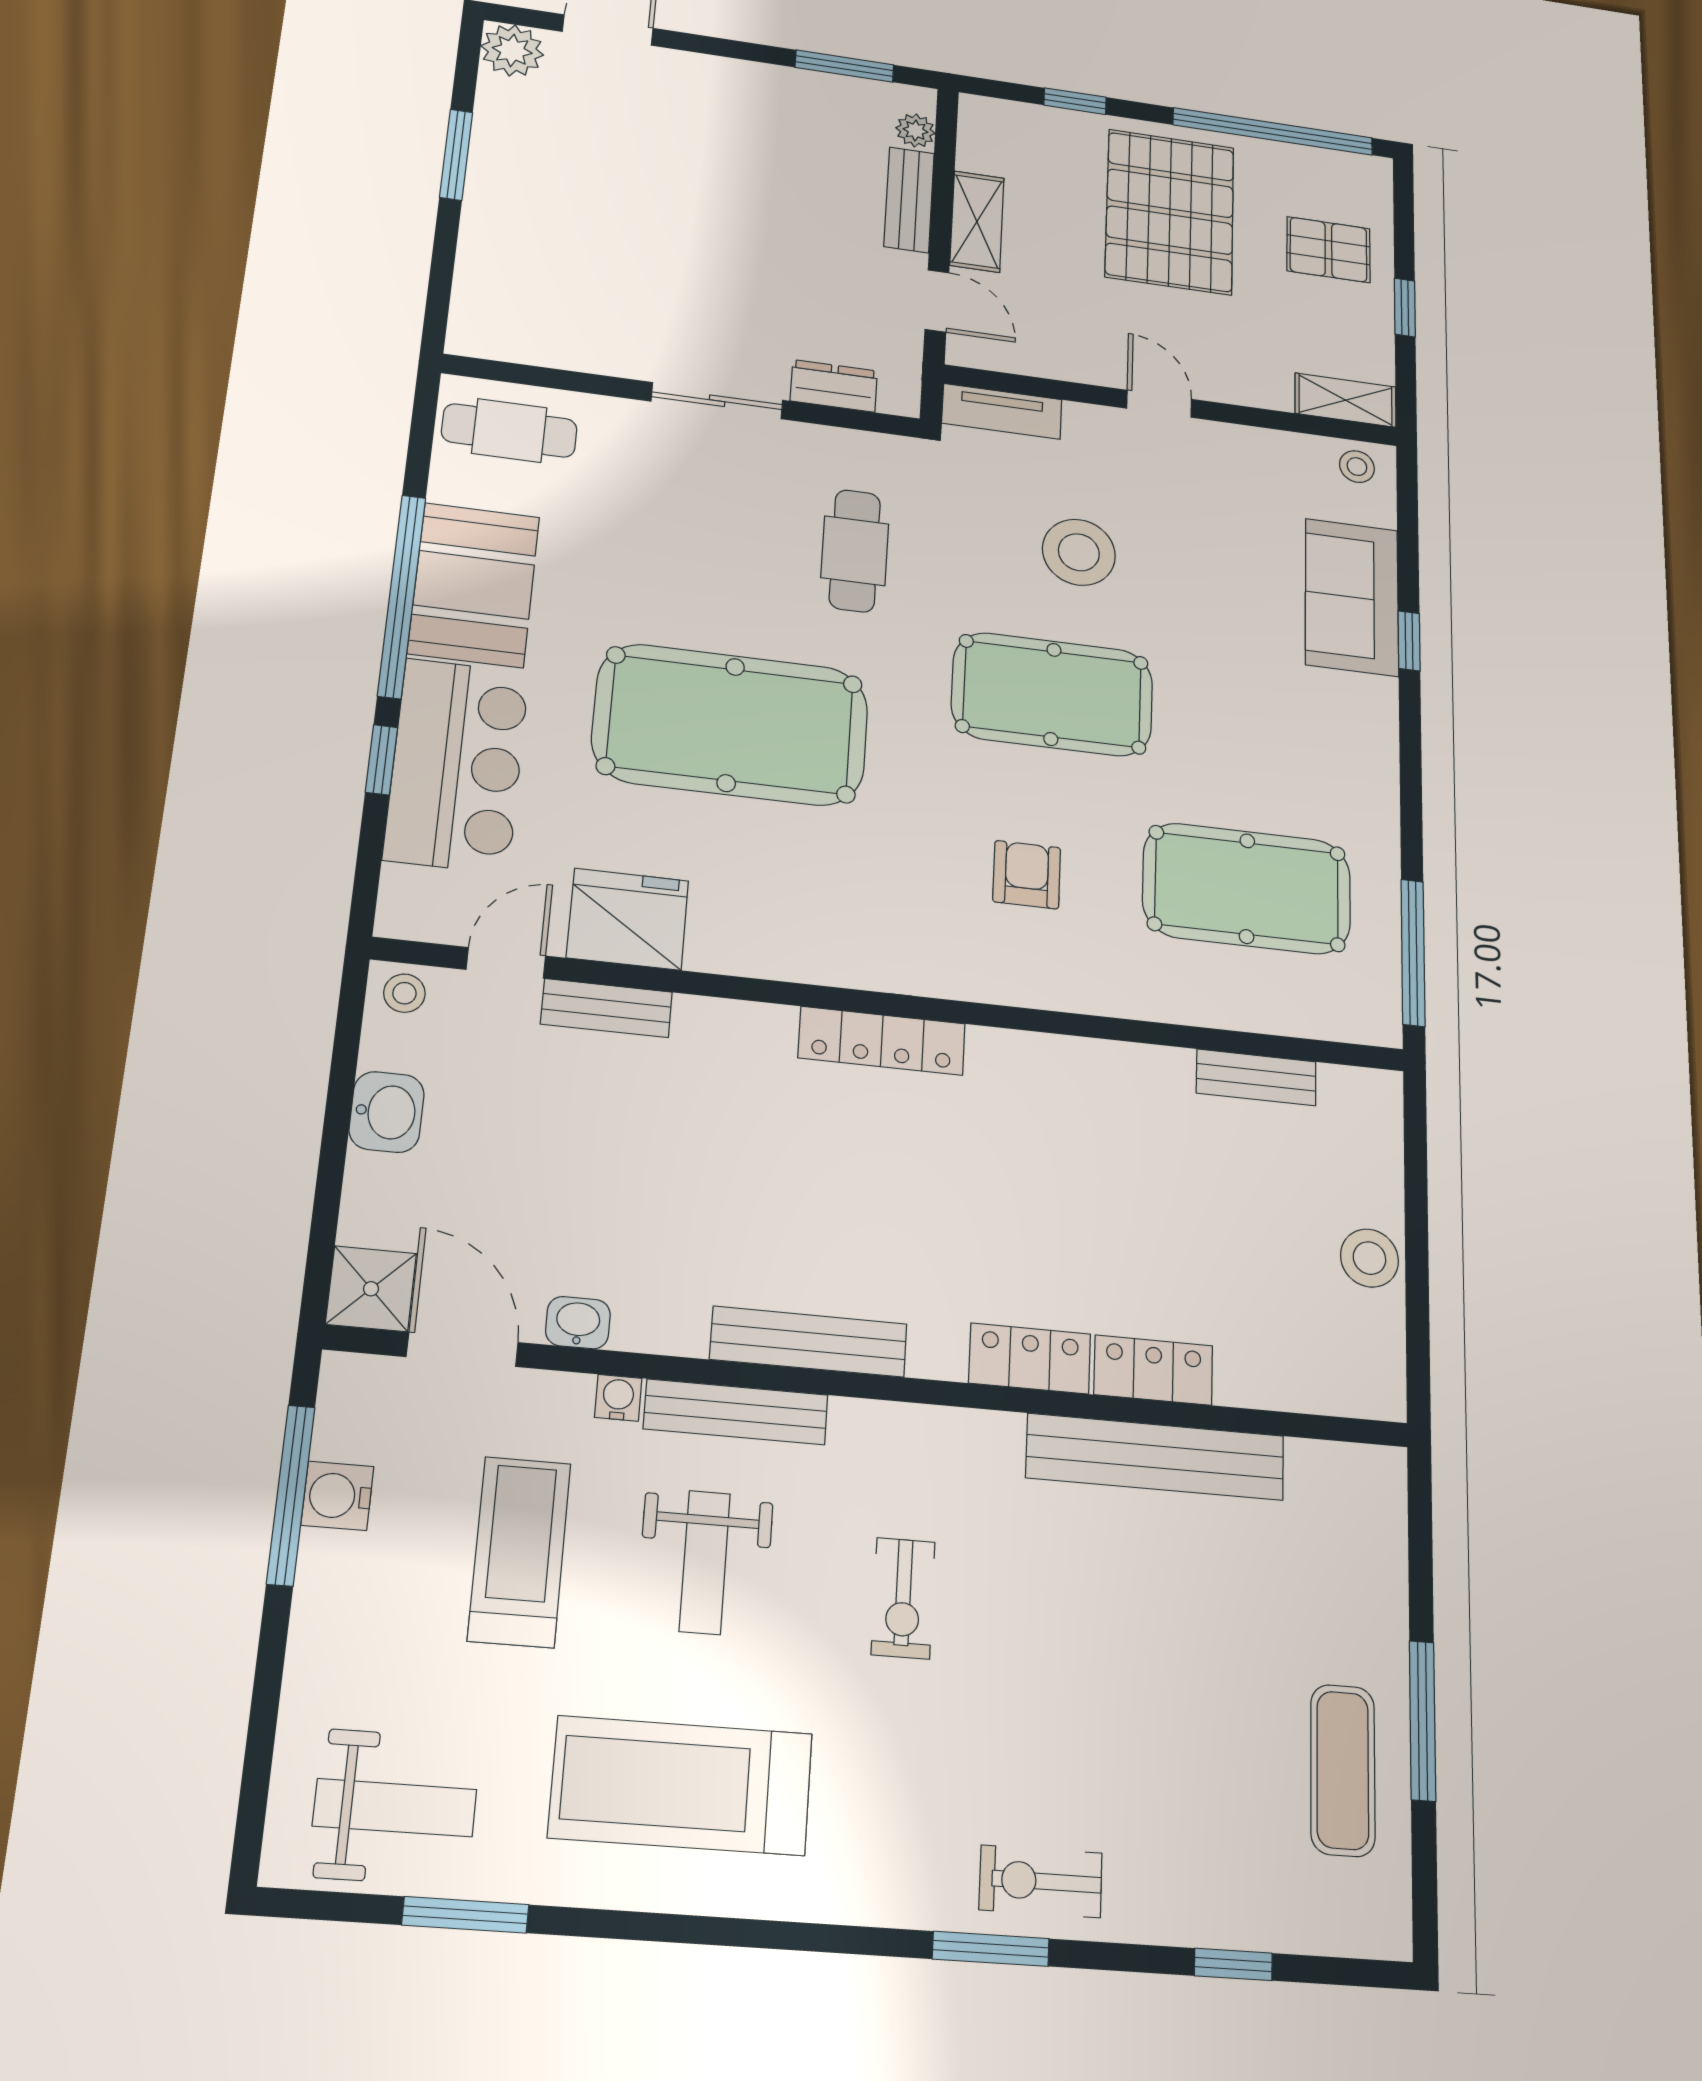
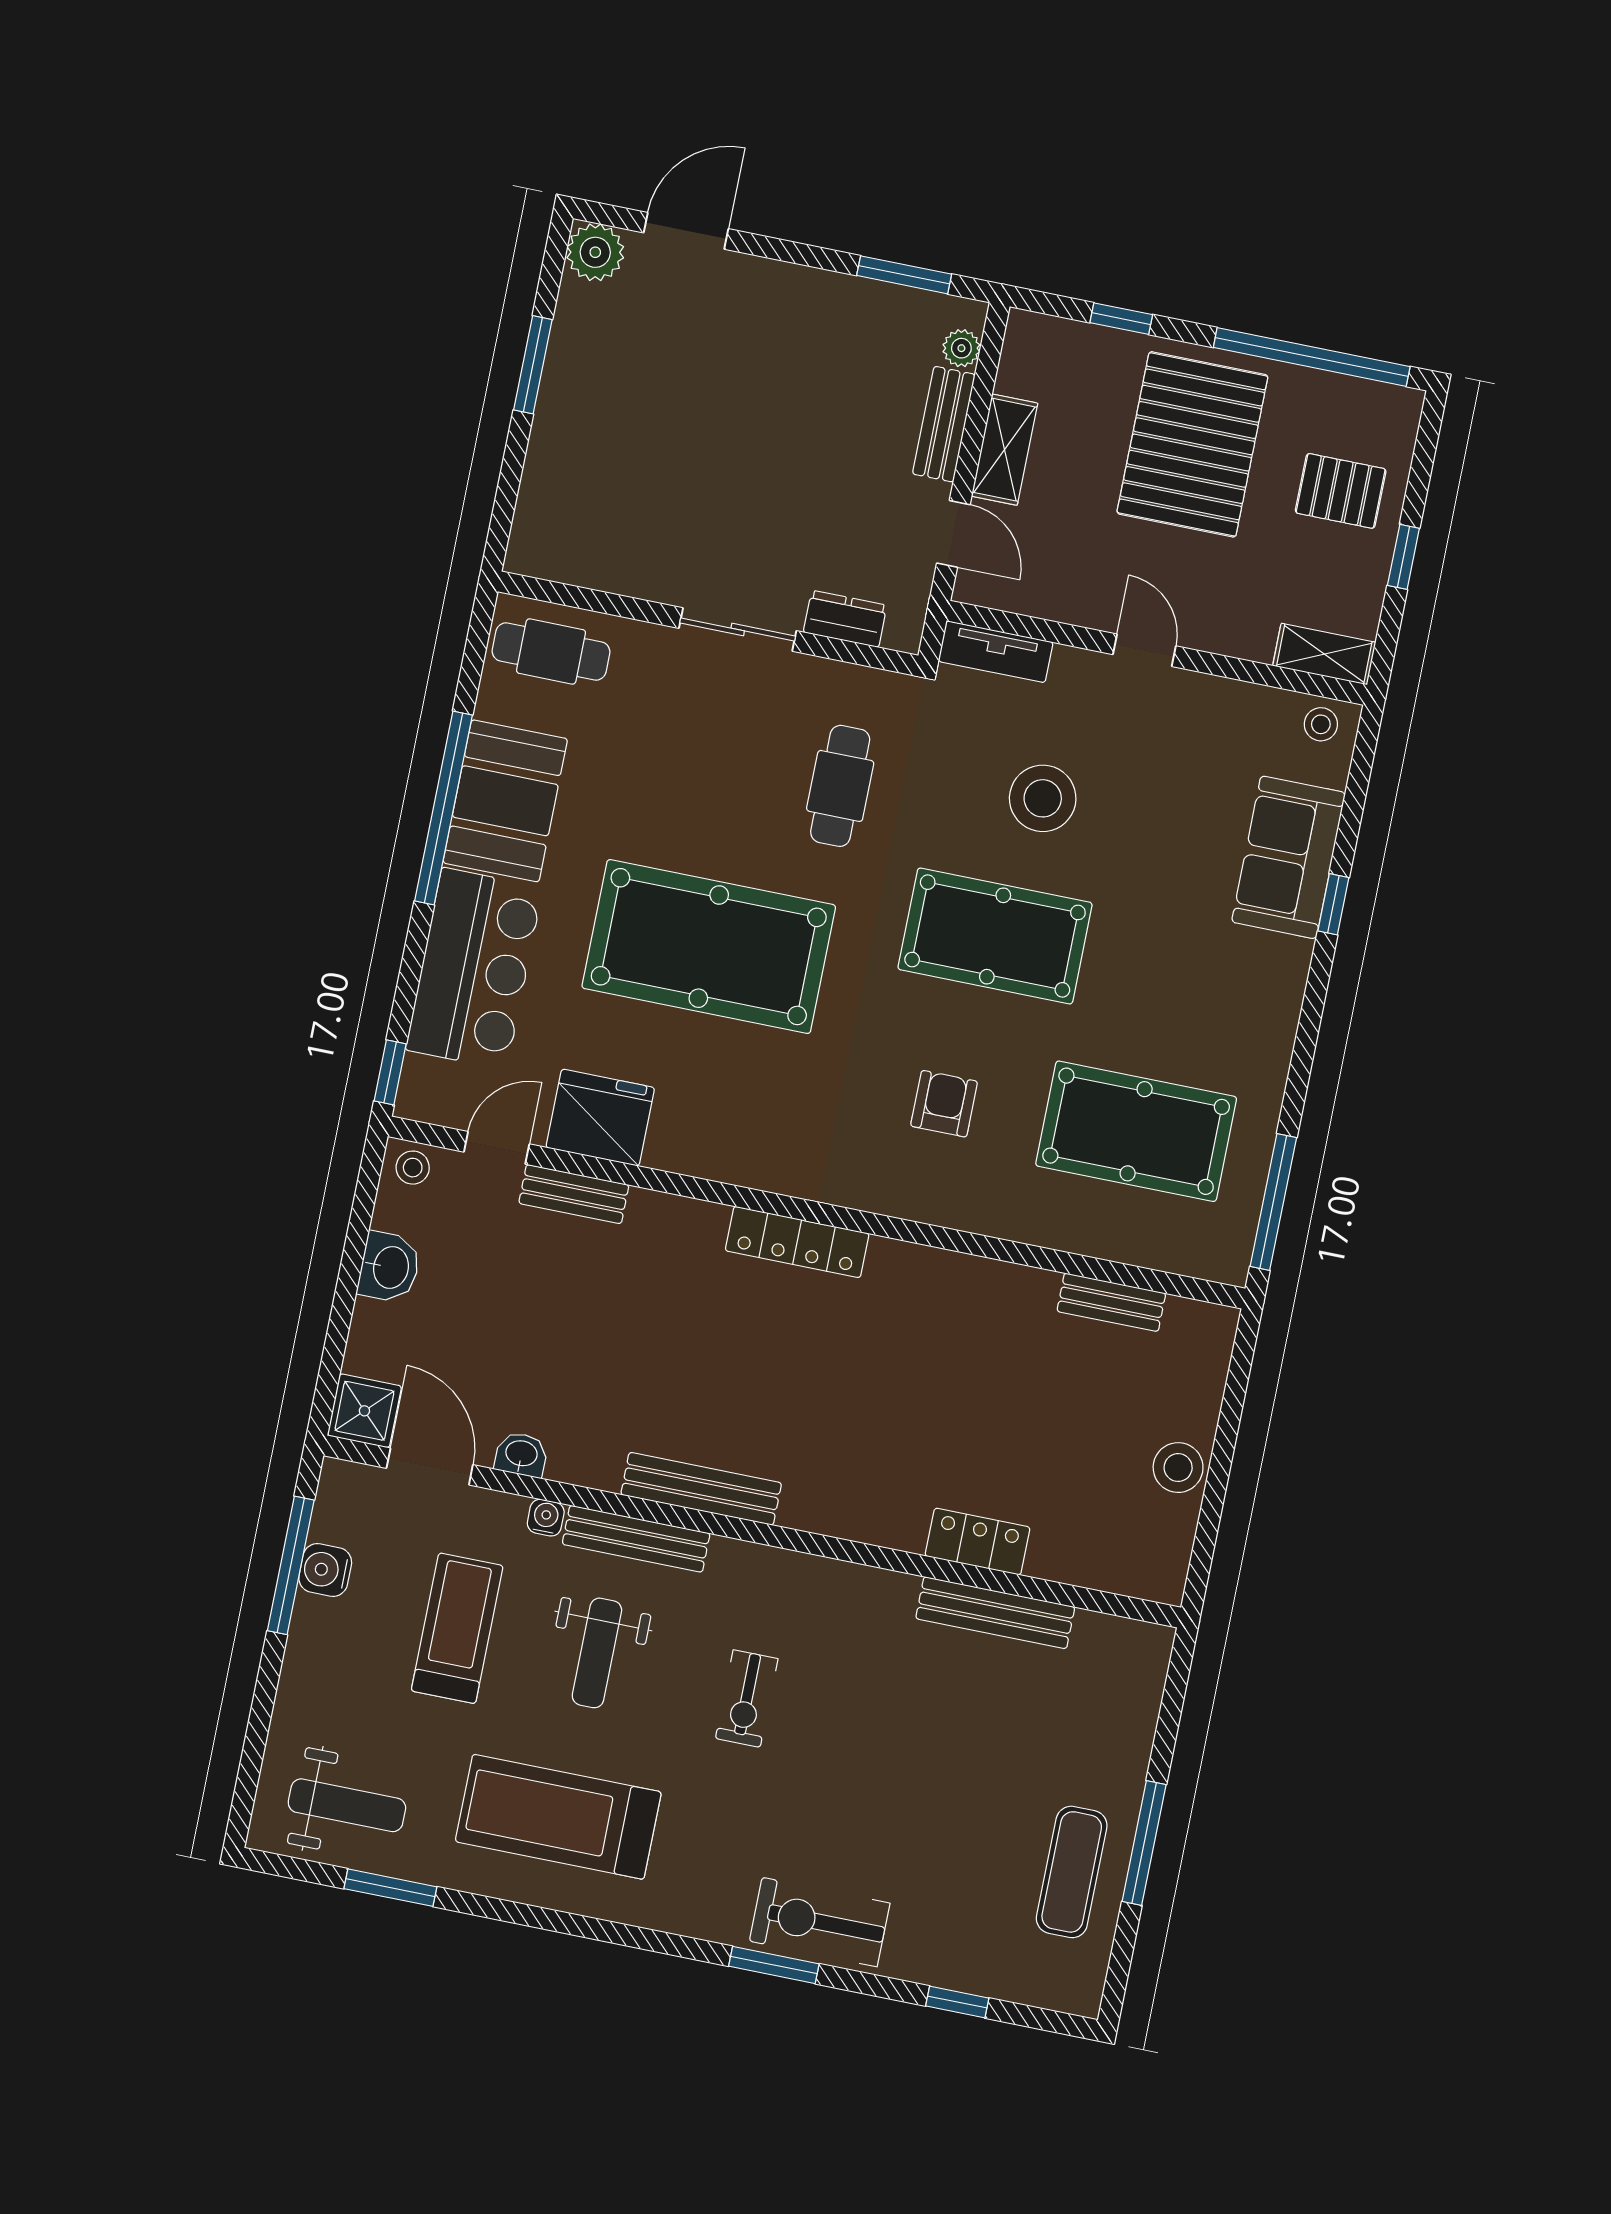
window: (381, 760) -> (390, 1072), moved
locker: (1030, 1358) -> (878, 1521), removed
bench: (1156, 1457) -> (995, 1613), width x0.73, depth x0.82
exercise bike: (1041, 1881) -> (820, 1922), width x1.38, depth x1.39

